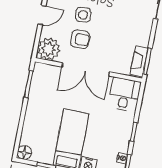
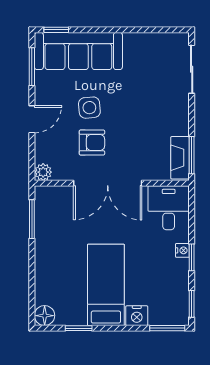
plant: (49, 49) -> (43, 172), width x0.53, depth x0.53
nightstand: (122, 158) -> (182, 250), moved

